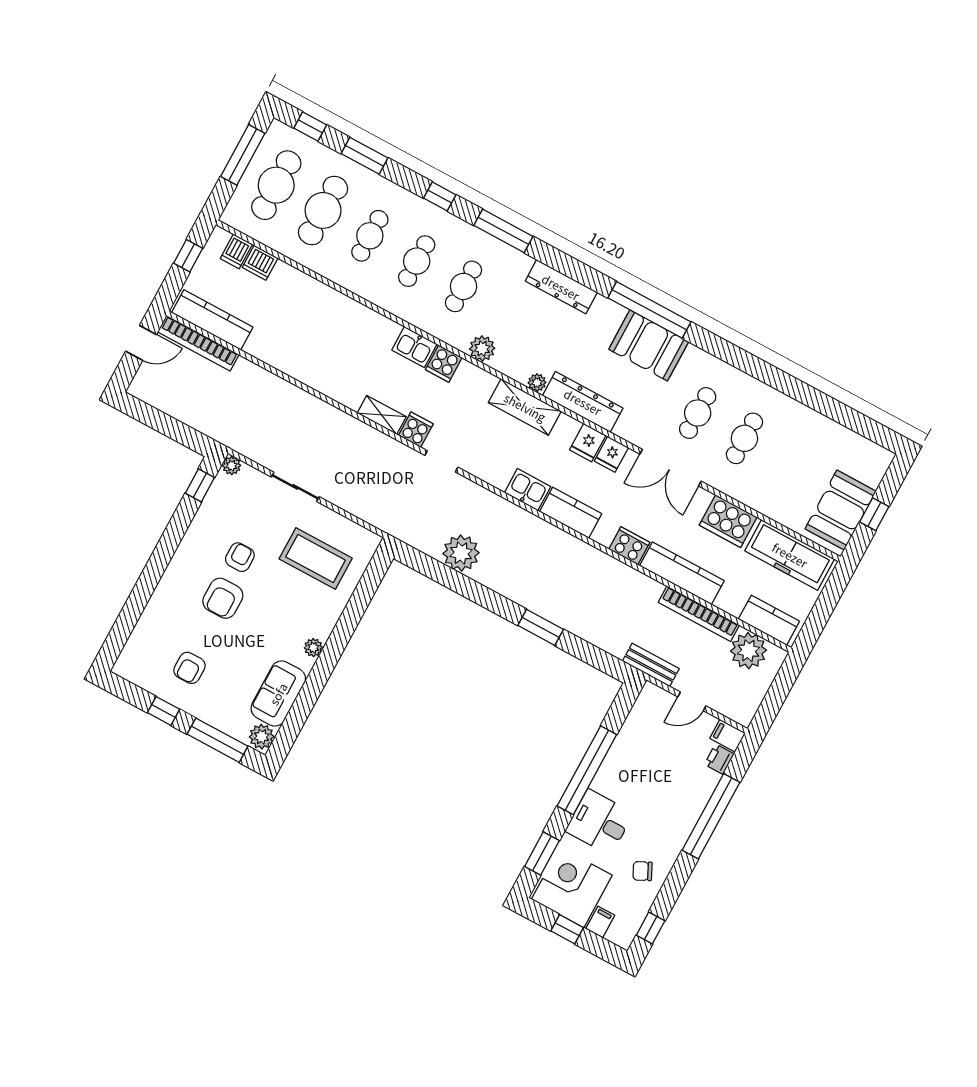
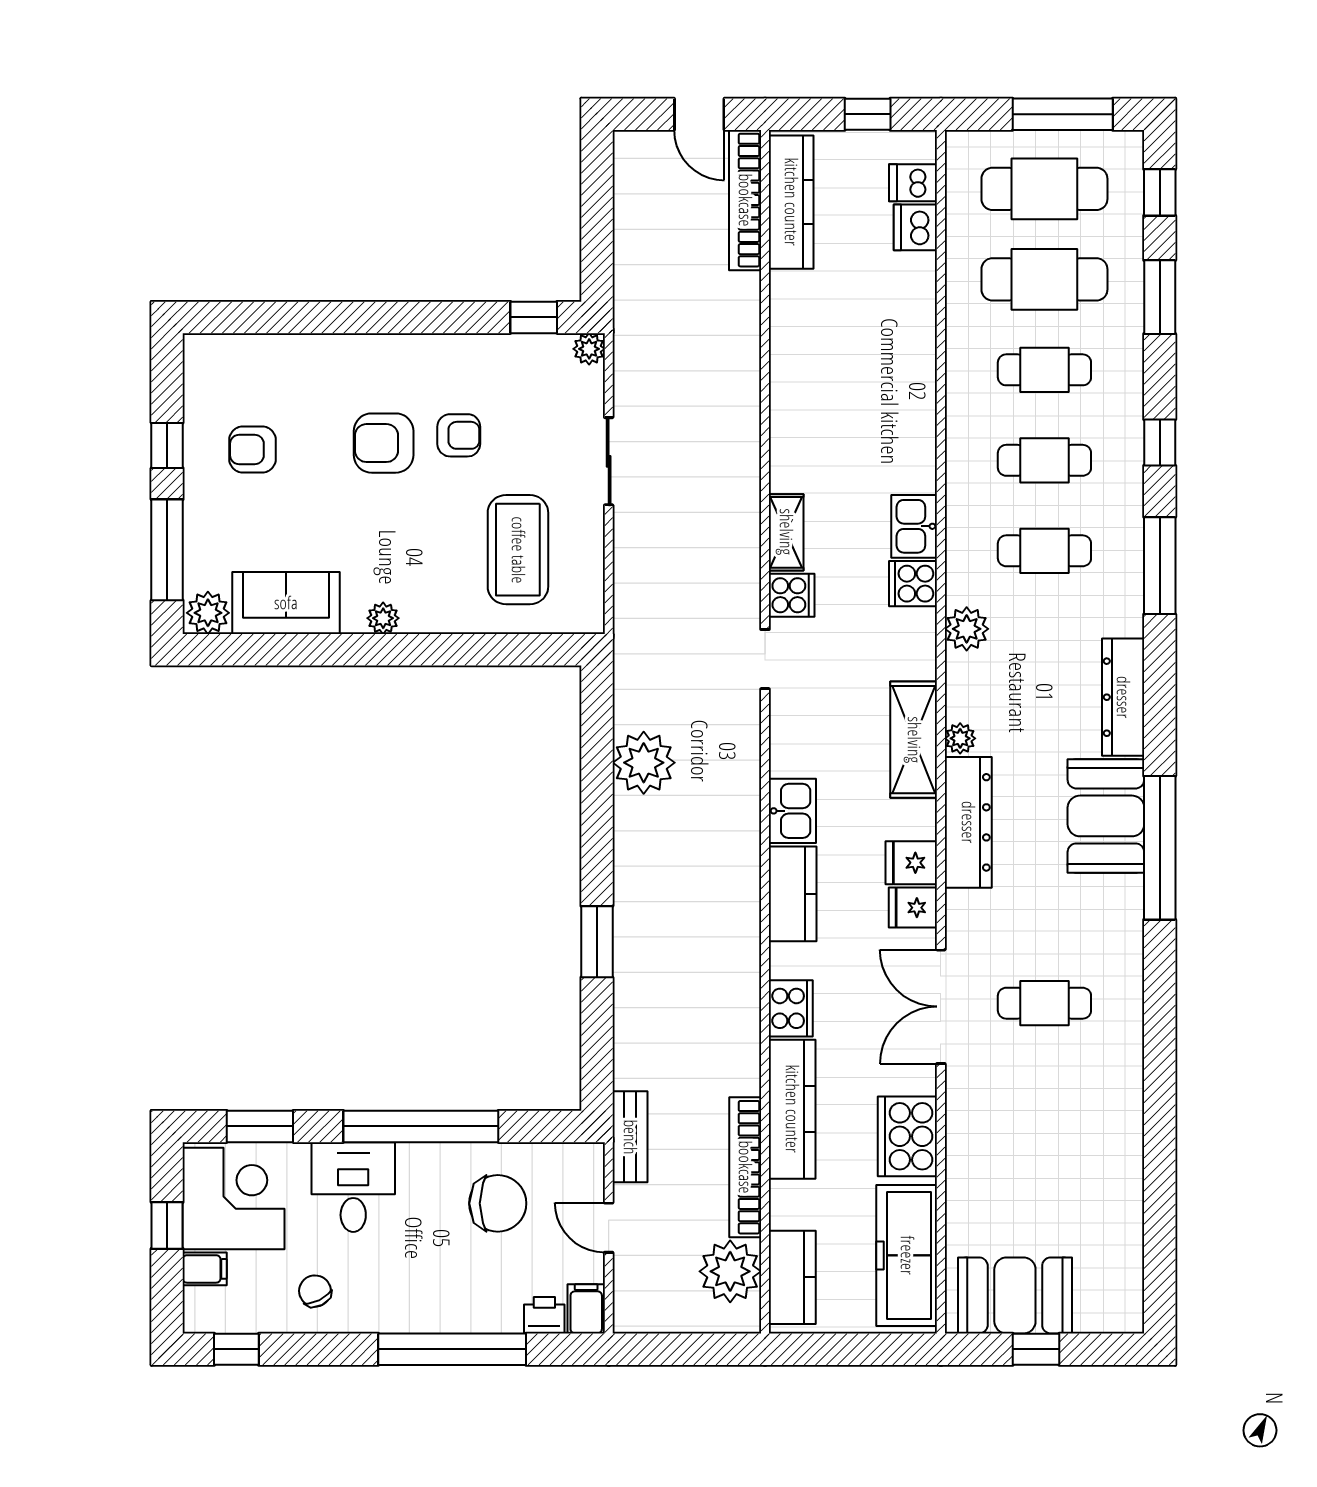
booth: (649, 345) -> (1106, 816), moved
cafe table: (744, 438) -> (1044, 1094), removed
chair: (648, 752) -> (498, 1203), added

